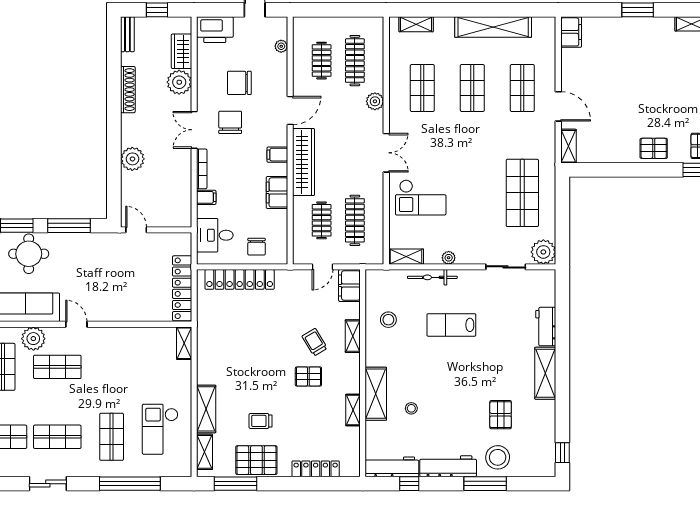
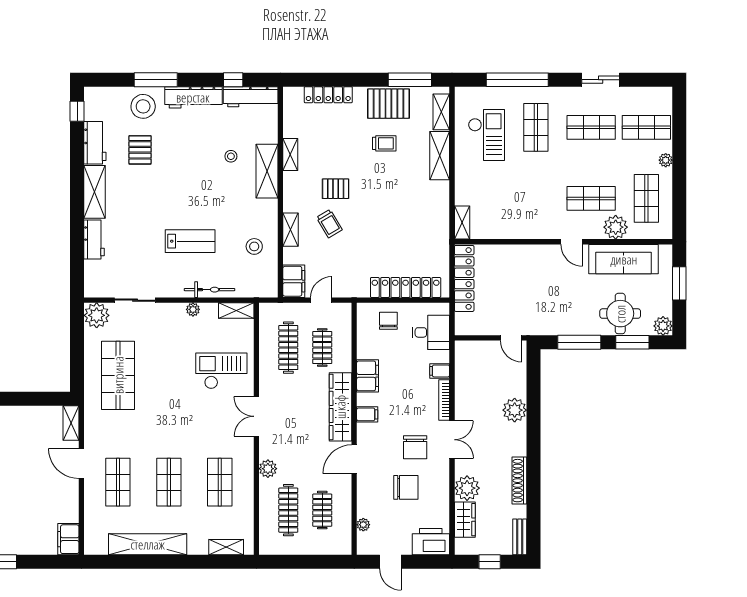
workbench: (545, 422) -> (95, 143), added

